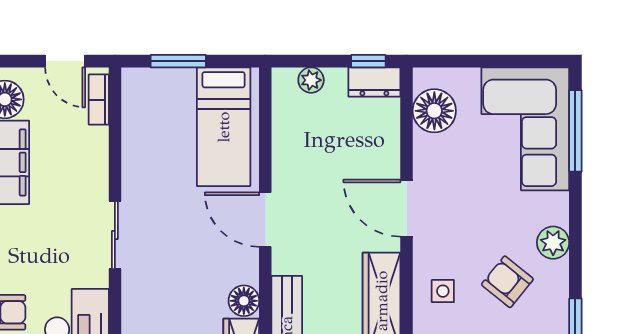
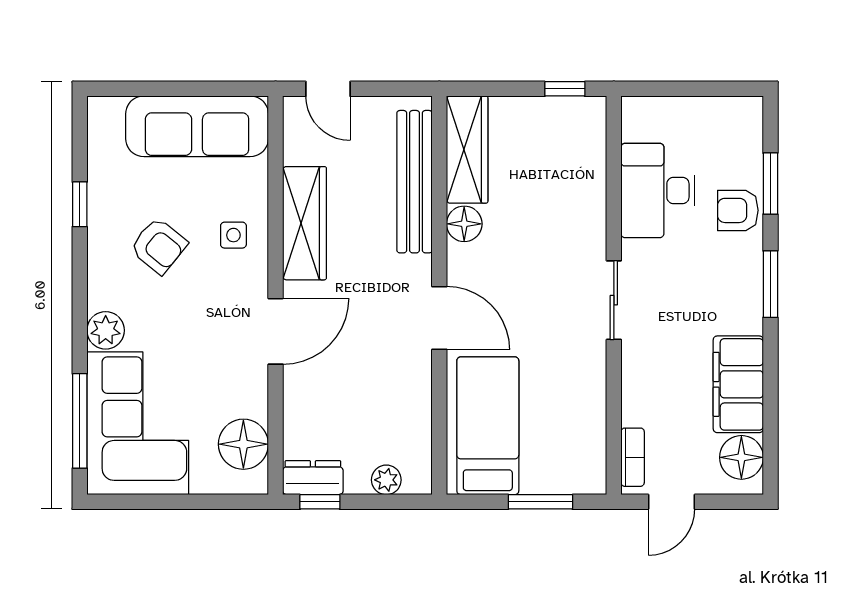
door: (65, 61) -> (671, 502), swing flipped
door: (407, 208) -> (276, 331), hinge flipped
plant: (553, 243) -> (106, 330), moved

